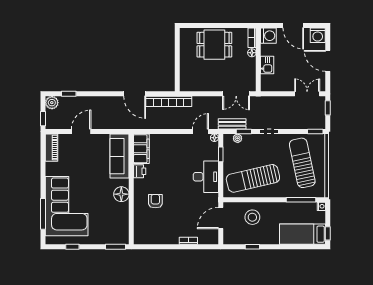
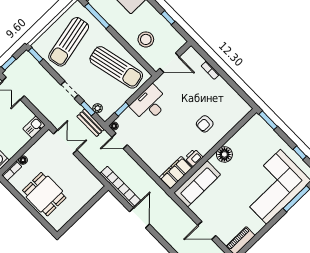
kitchen sink: (267, 65) -> (34, 127), moved

